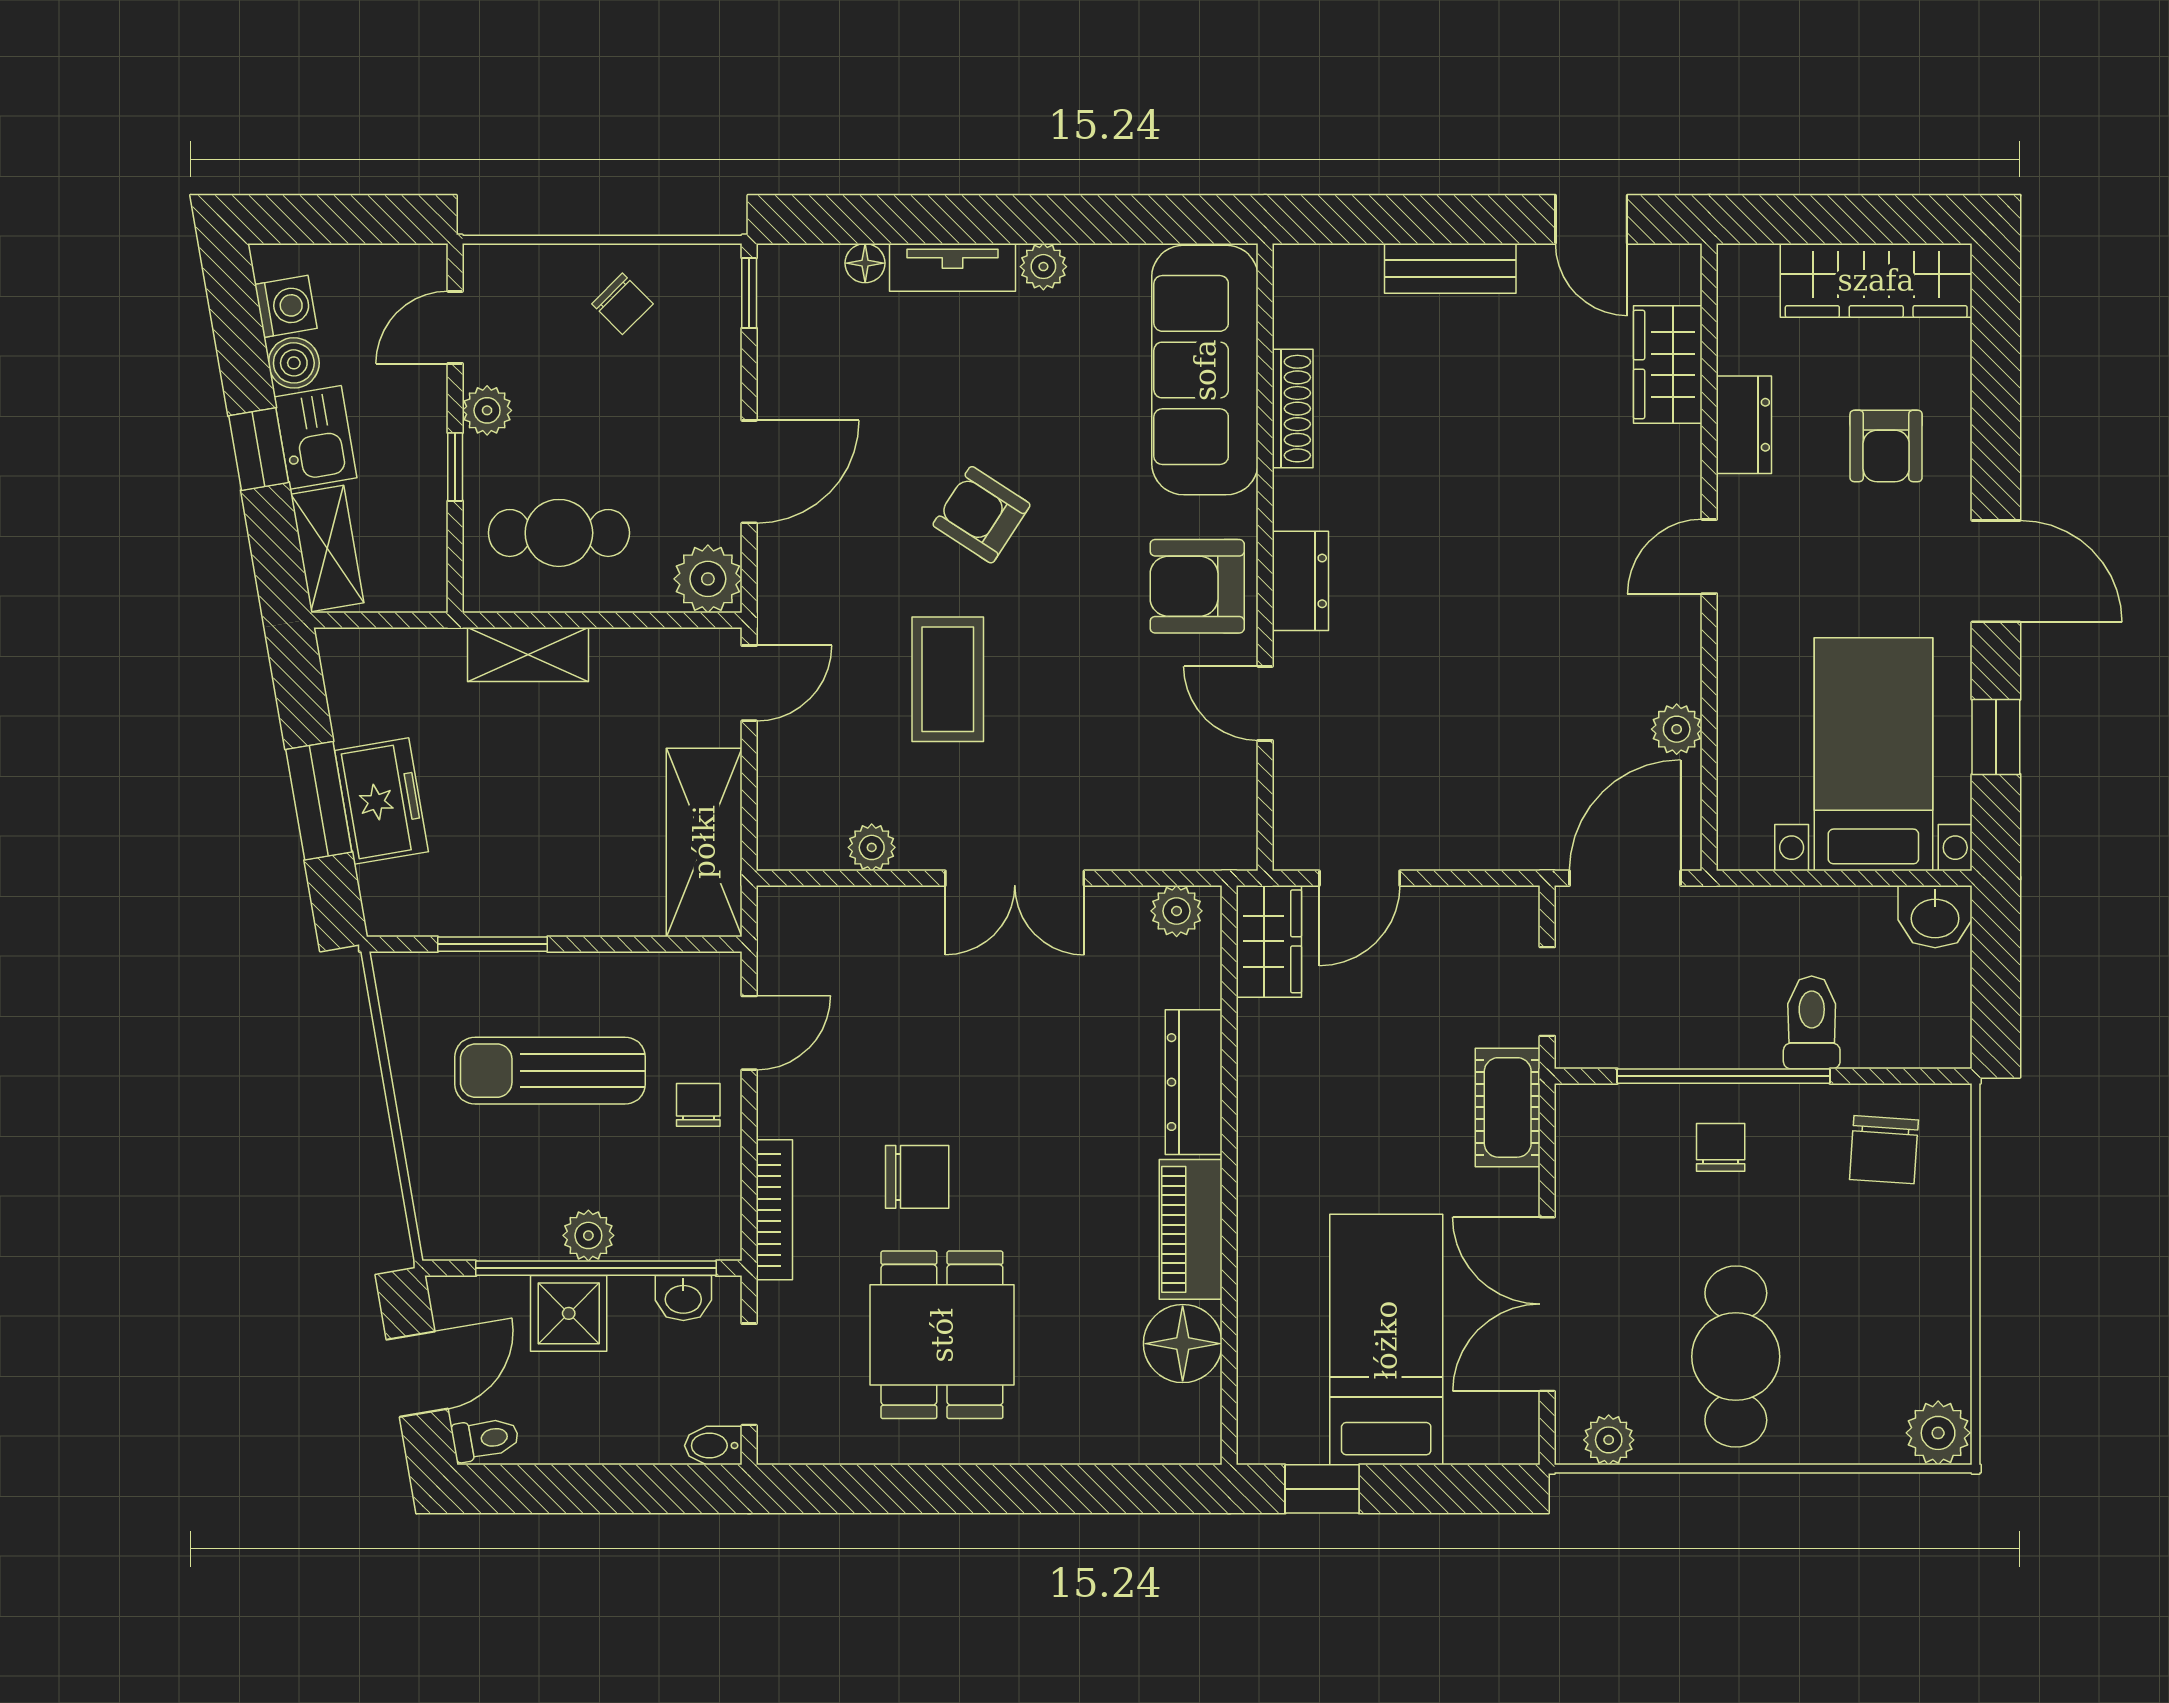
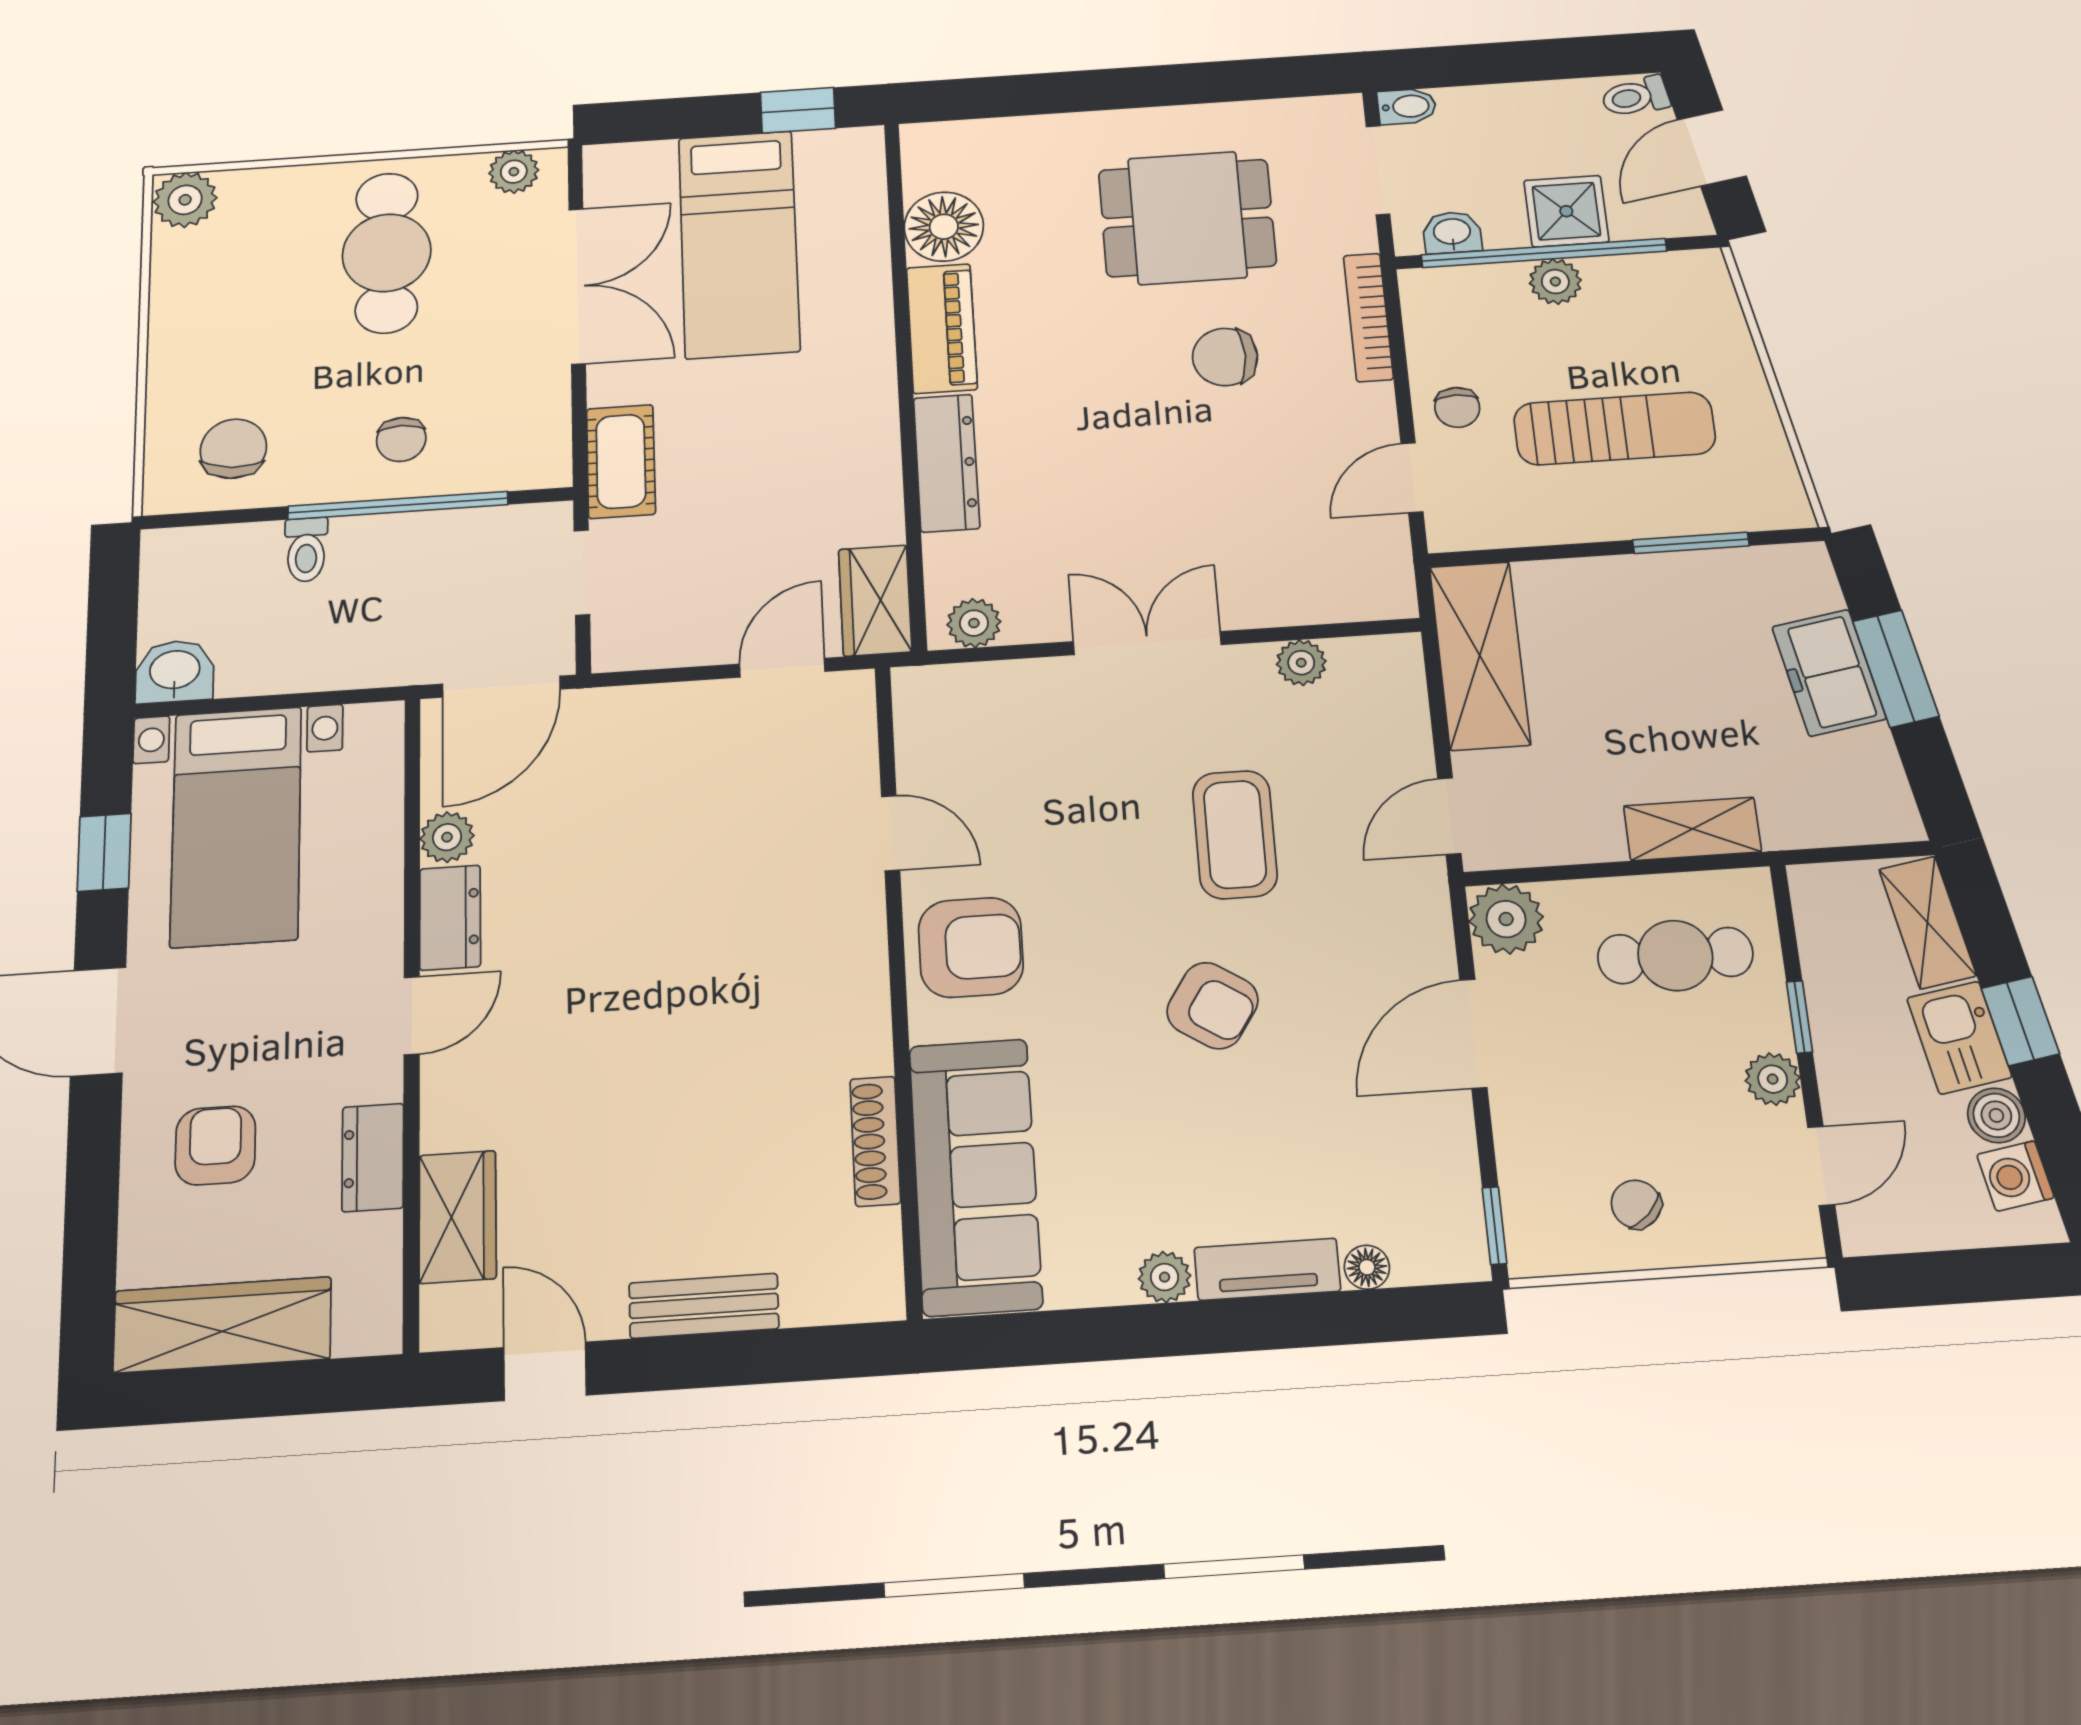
dresser: (1300, 581) -> (450, 918), moved, turned 180
toilet: (1812, 1022) -> (306, 550), width x0.73, depth x0.72
dining table: (942, 1335) -> (1187, 218), turned 90

